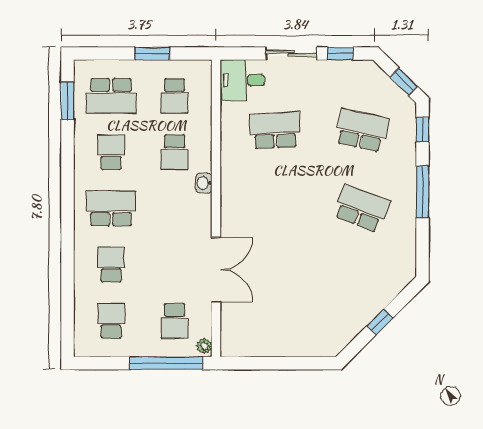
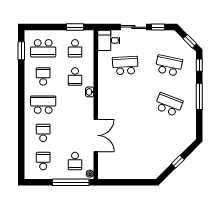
window: (152, 53) -> (75, 27), moved

